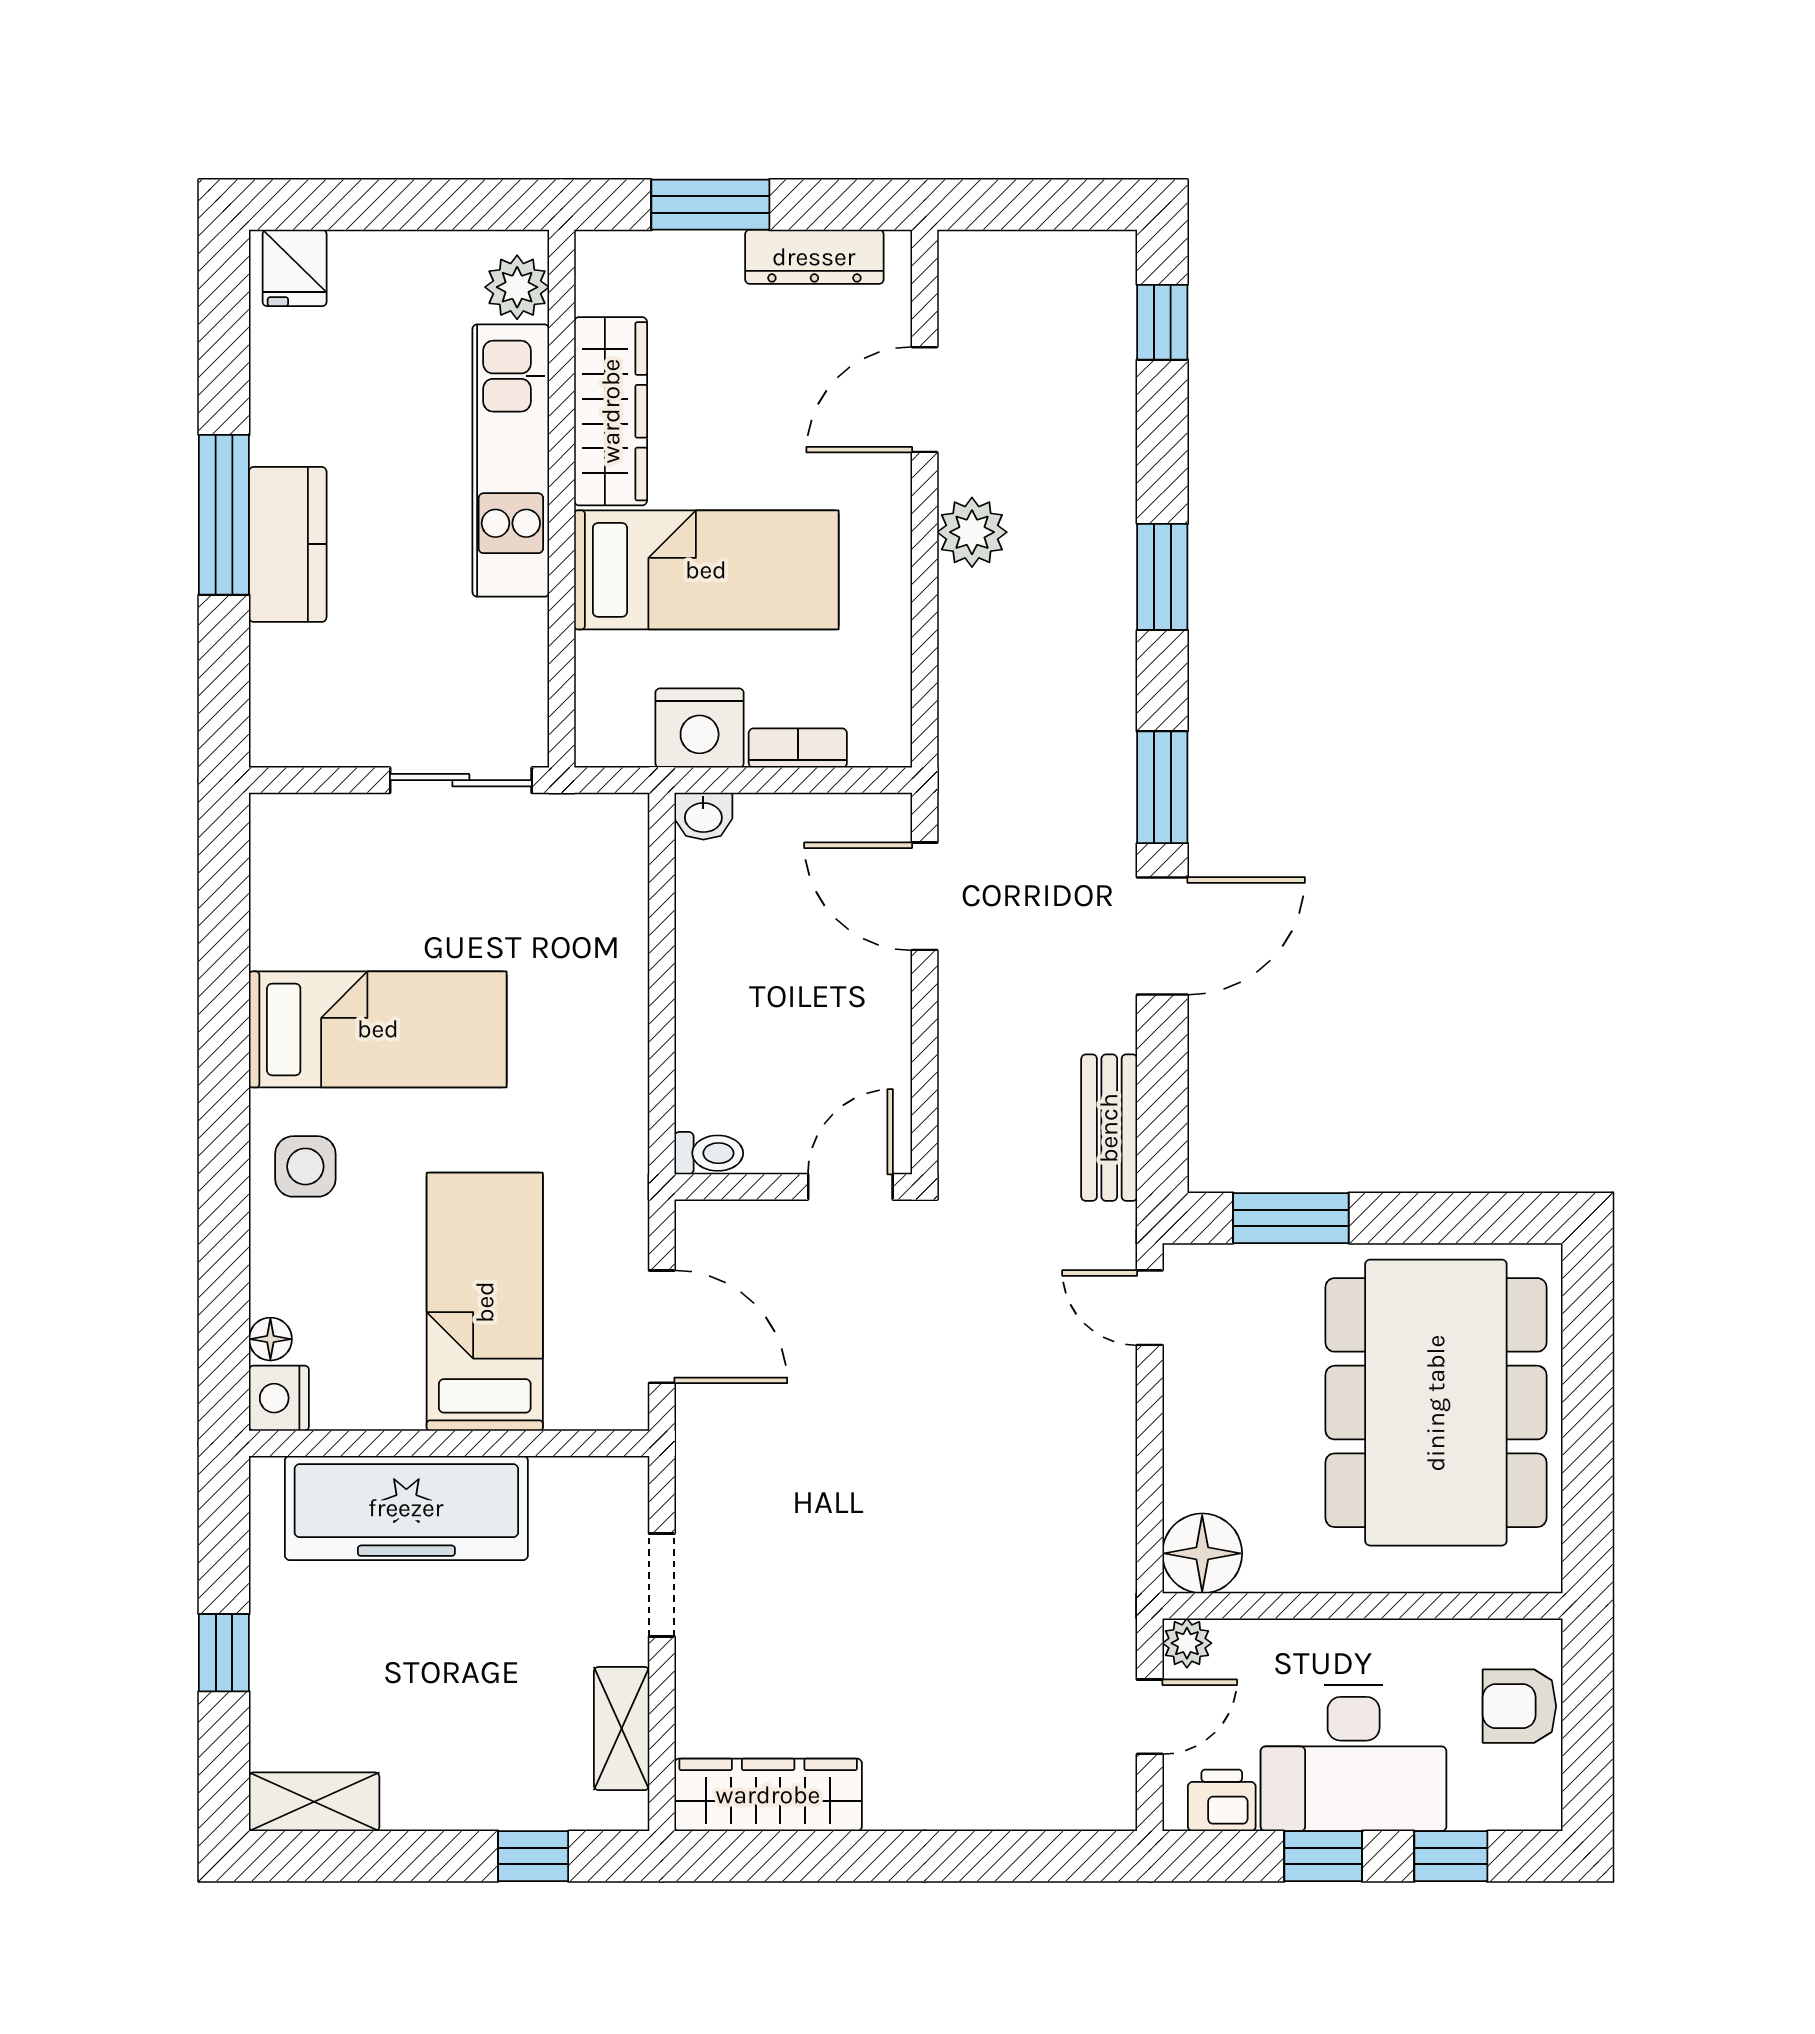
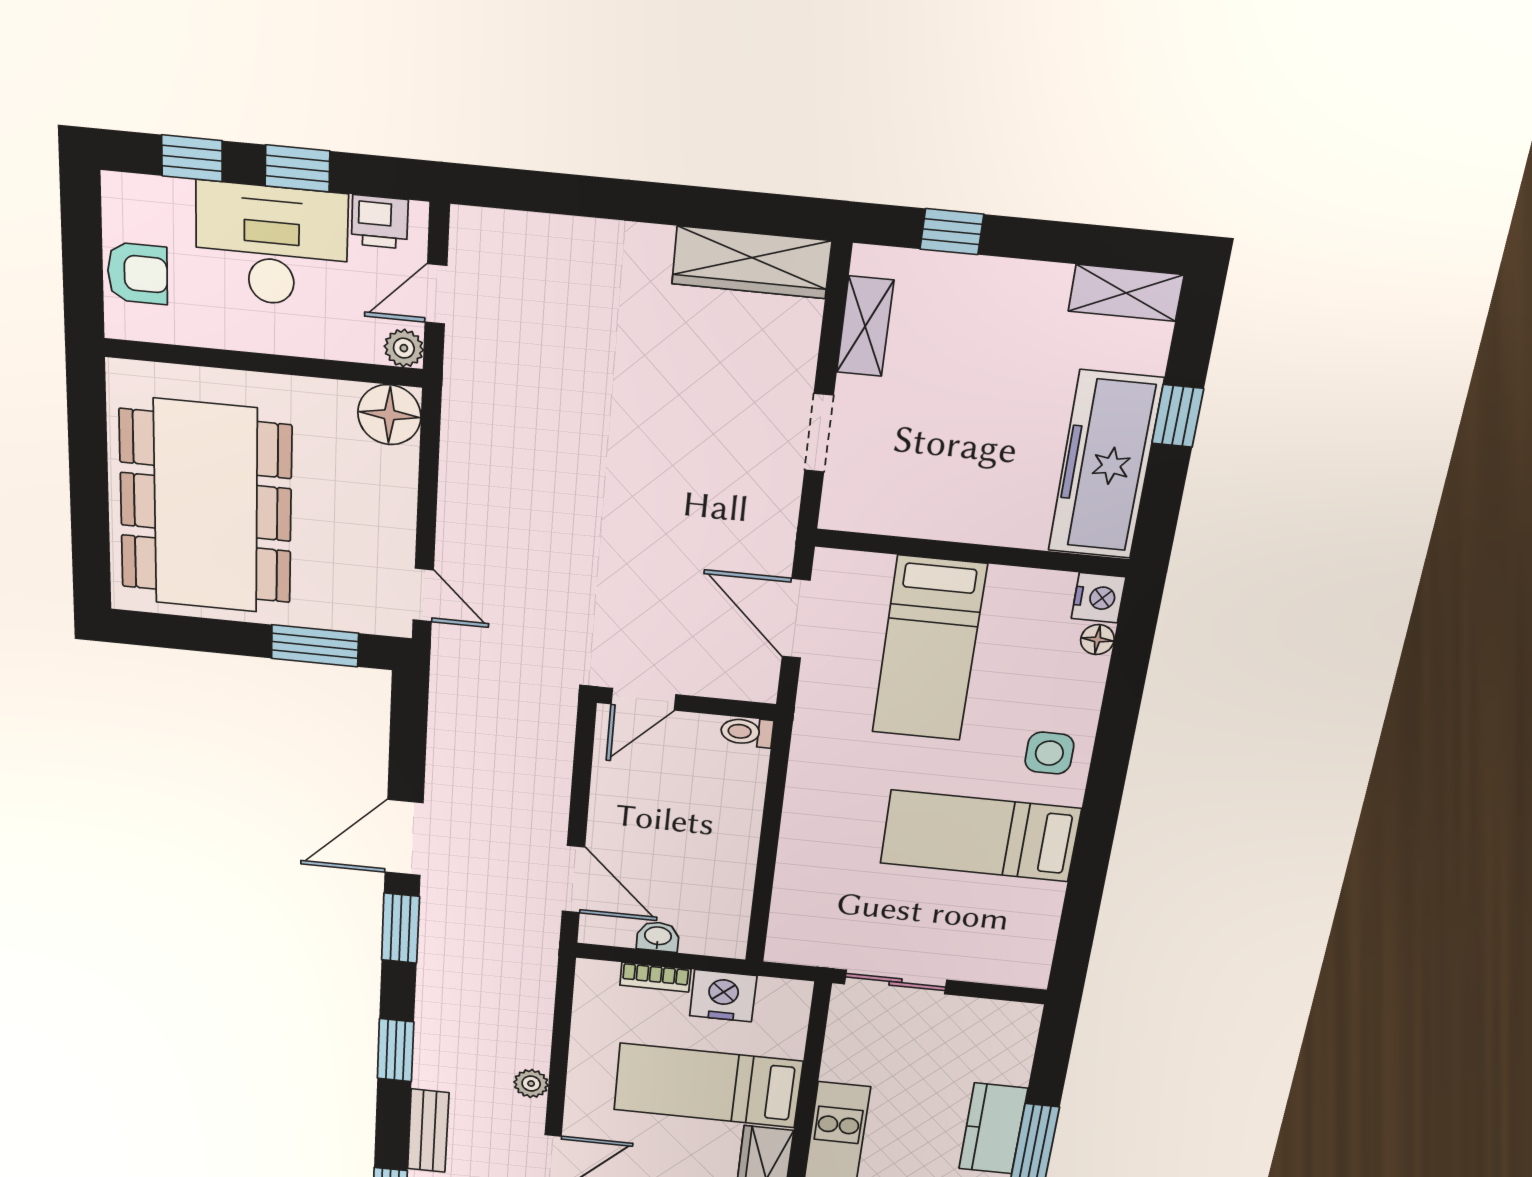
plant: (972, 532) -> (531, 1084), width x0.73, depth x0.73
washbasin: (703, 816) -> (658, 937), moved
bench: (1109, 1128) -> (428, 1131), moved
freezer: (406, 1508) -> (1105, 465), moved, turned -90

